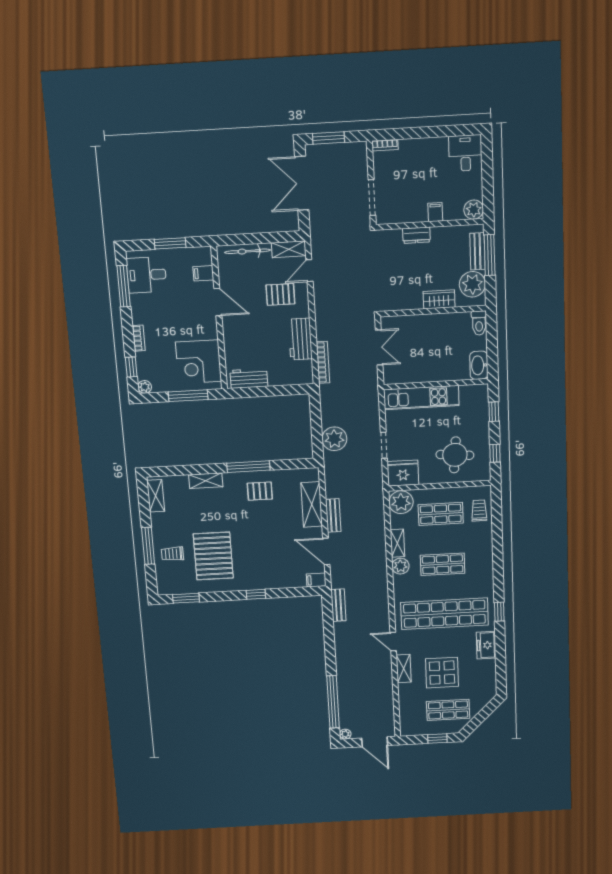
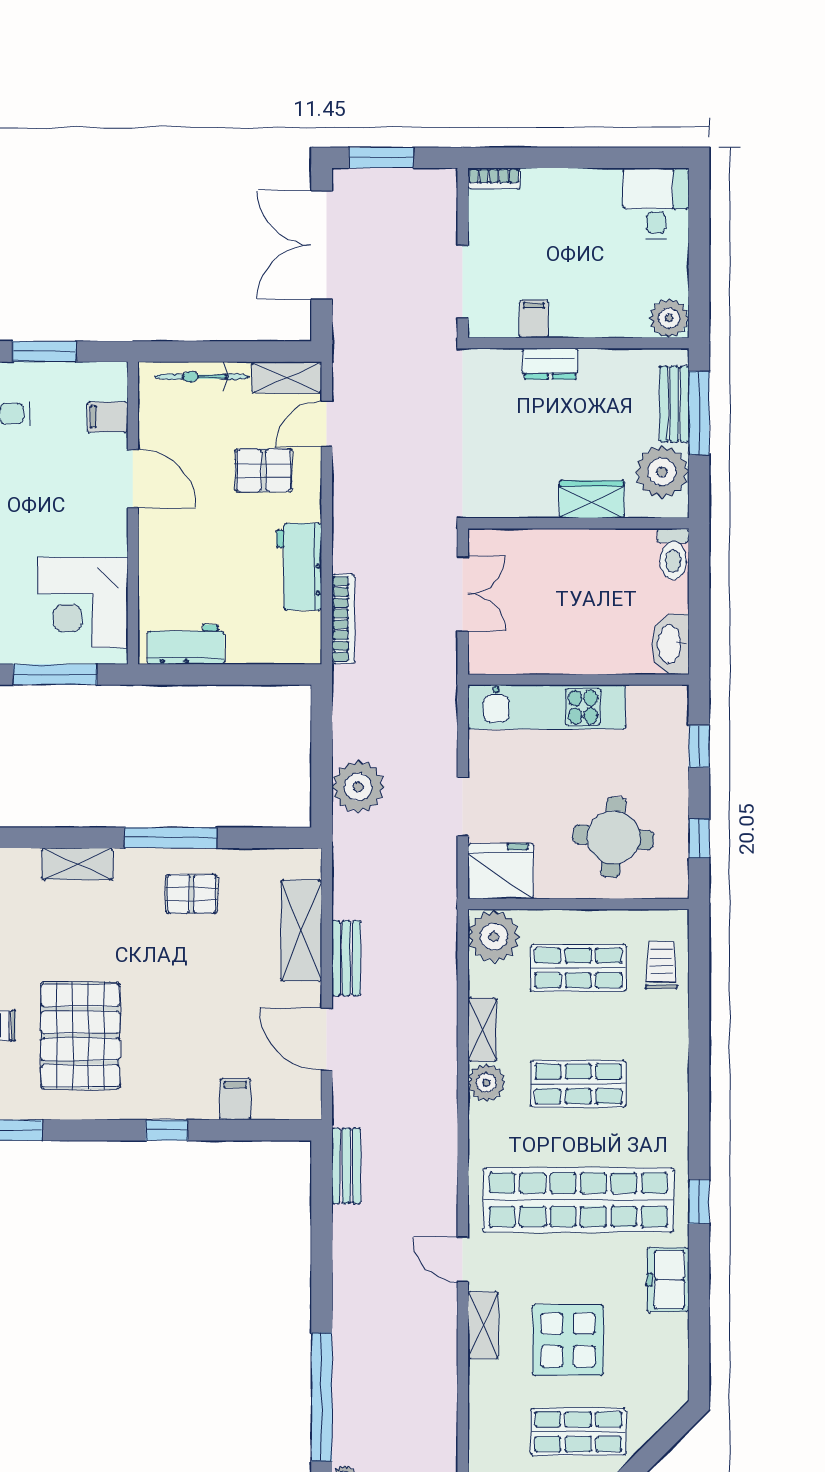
filing cabinet: (435, 212) -> (534, 319), moved
filing cabinet: (316, 580) -> (235, 1099), moved, turned 90

